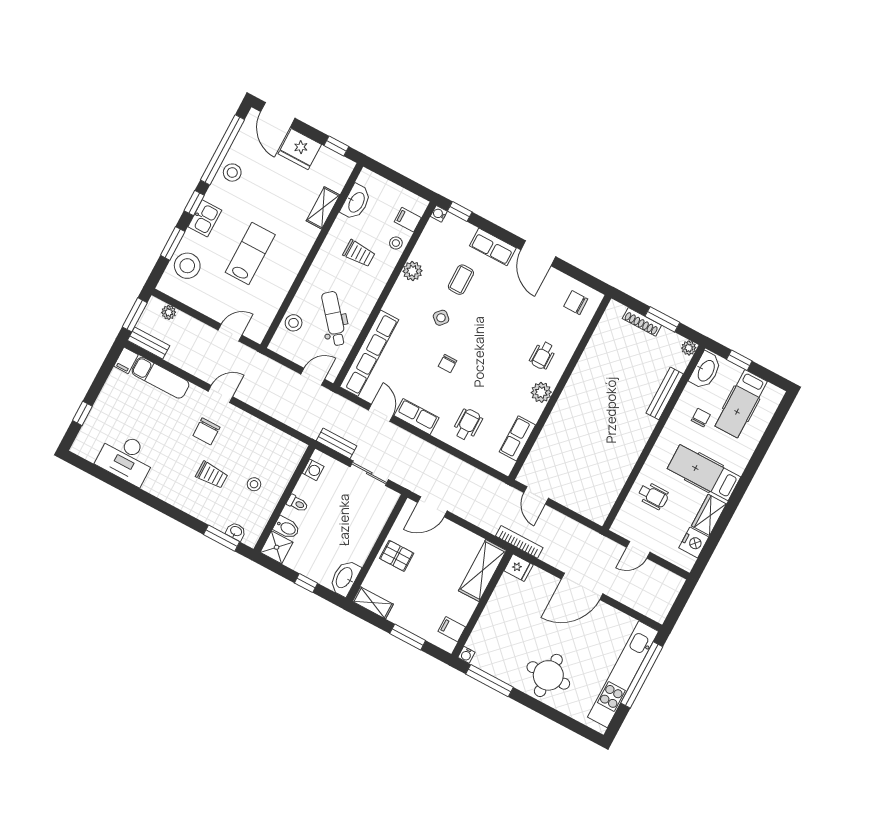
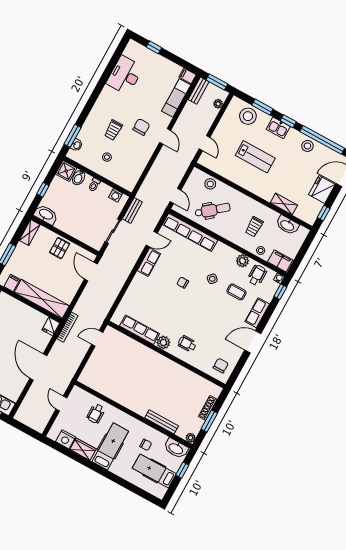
filing cabinet: (408, 220) -> (280, 261), width x2.00
wheelchair: (467, 425) -> (257, 275), moved, turned -90
chair: (206, 431) -> (141, 127), turned 90
row of seats: (517, 438) -> (139, 330), width x1.48
shelving: (482, 571) -> (42, 299), width x1.47

